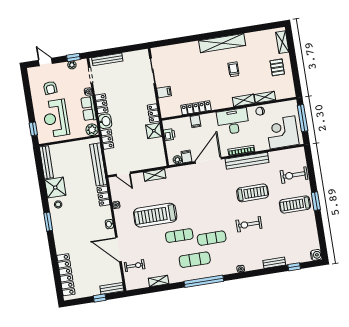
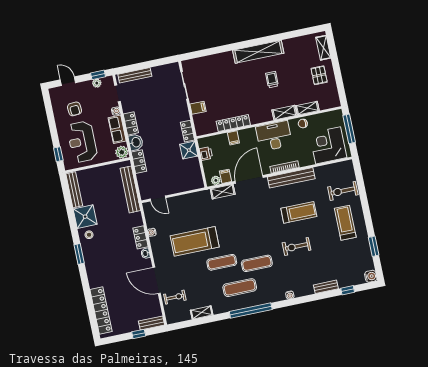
shelving: (155, 175) -> (223, 192), moved
locker: (103, 196) -> (141, 237), moved
window: (316, 201) -> (374, 246), moved
treadmill: (295, 205) -> (345, 223), turned 90

